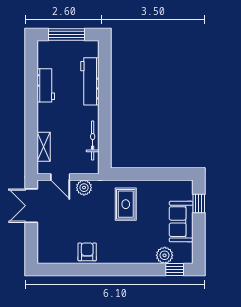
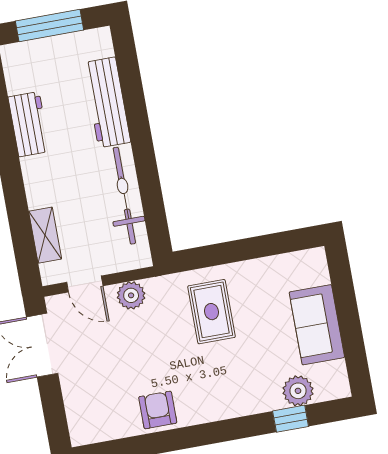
bicycle: (93, 140) -> (124, 196), width x1.37, depth x1.40
window: (199, 203) -> (343, 286), removed
window: (175, 270) -> (291, 419), moved

